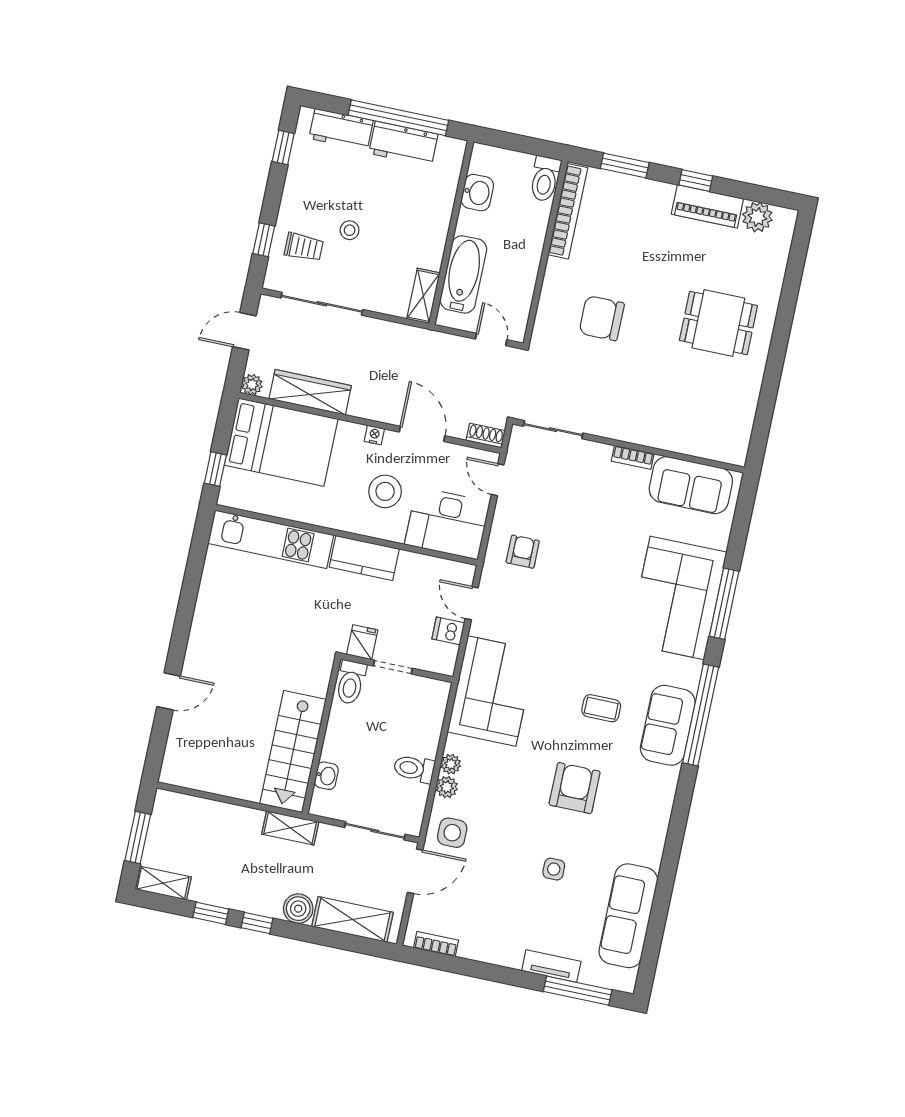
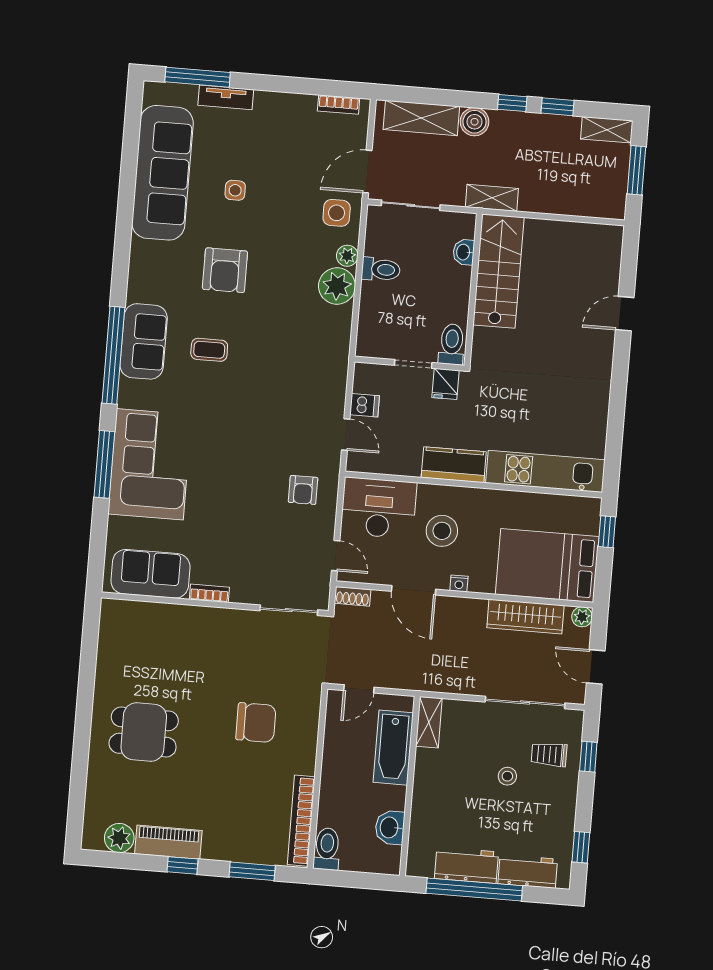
door: (244, 331) -> (596, 667), swing flipped
door: (491, 339) -> (359, 689), hinge flipped
corner sofa: (492, 691) -> (316, 353), removed
plant: (451, 764) -> (337, 286), width x1.88, depth x1.88
sofa: (628, 916) -> (162, 173), width x1.36, depth x1.27

